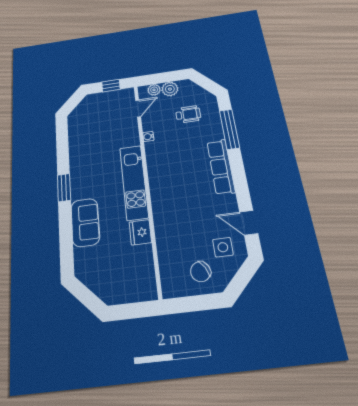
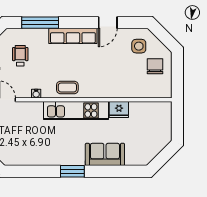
coffee table: (159, 169) -> (67, 87), added
door: (249, 223) -> (108, 23), moved
chair: (201, 272) -> (155, 66), turned -150

